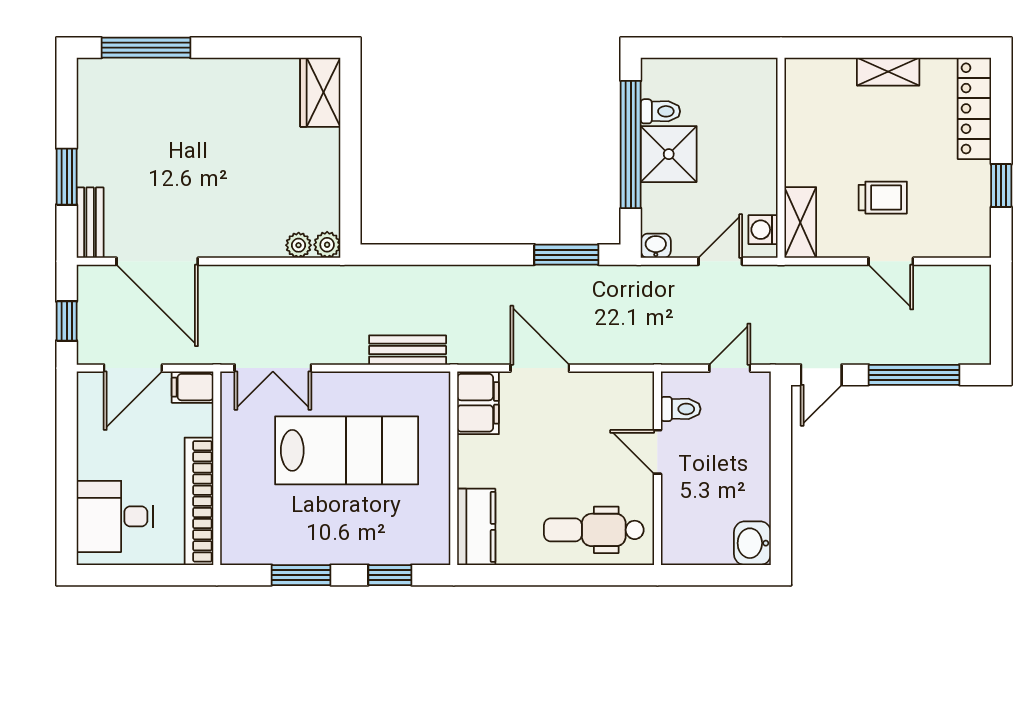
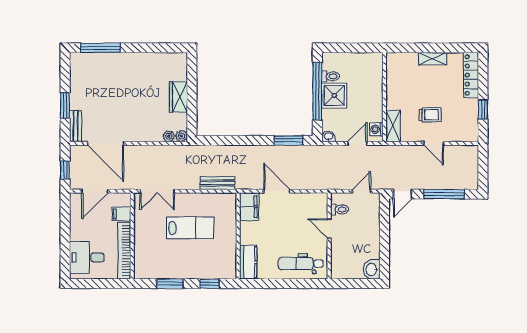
wardrobe: (320, 92) -> (178, 97), moved
filing cabinet: (193, 387) -> (121, 214), moved
lab bench: (347, 450) -> (190, 228), width x0.73, depth x0.72

